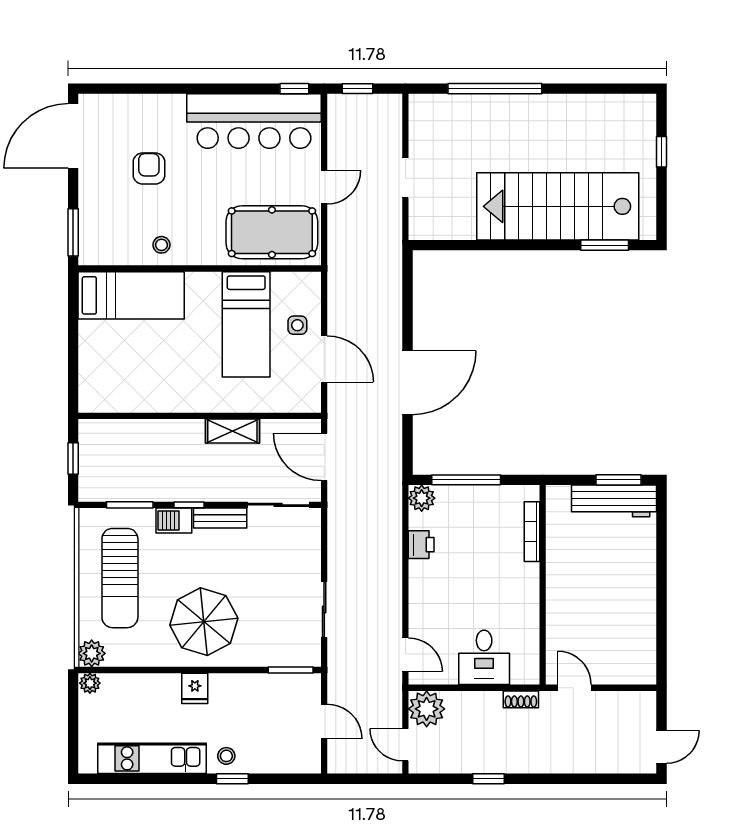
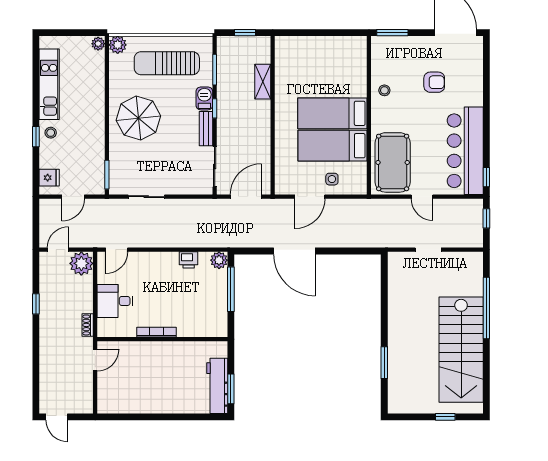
stairs: (558, 206) -> (461, 350), moved, turned 180
window: (605, 245) -> (384, 363), moved
bed: (131, 295) -> (332, 113), moved, turned 90
shelving: (232, 431) -> (263, 82), moved
bookcase: (532, 532) -> (156, 332), moved
fridge: (195, 688) -> (49, 178), moved, turned 180

